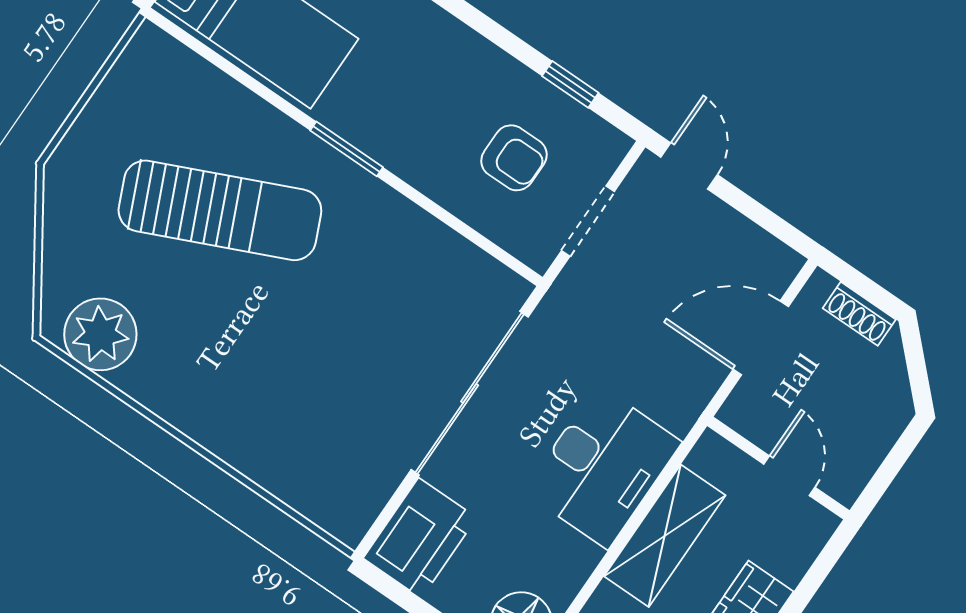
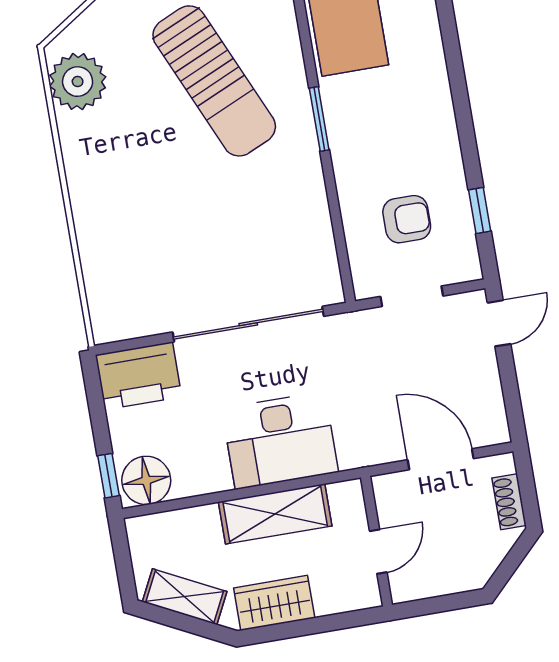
armchair: (514, 158) -> (407, 219), turned -90

